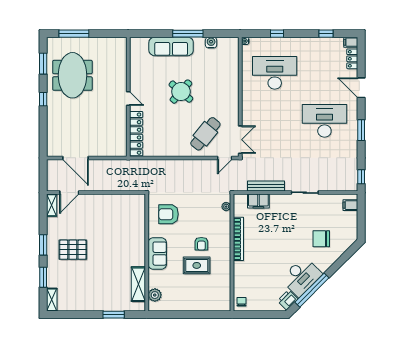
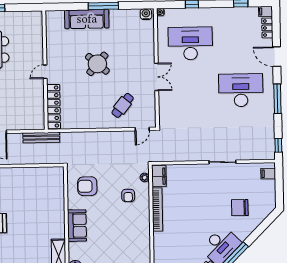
water cooler: (211, 43) -> (146, 14), moved
door: (128, 98) -> (45, 72), swing flipped
window: (361, 130) -> (277, 99), width x1.44
cafe table: (205, 134) -> (123, 105), width x0.73, depth x0.74
double door: (240, 140) -> (157, 77), moved
bench: (266, 186) -> (41, 138), moved
filing cabinet: (258, 201) -> (159, 176), moved, turned -90
armchair: (201, 244) -> (128, 195), moved
rug: (197, 265) -> (116, 237), removed

